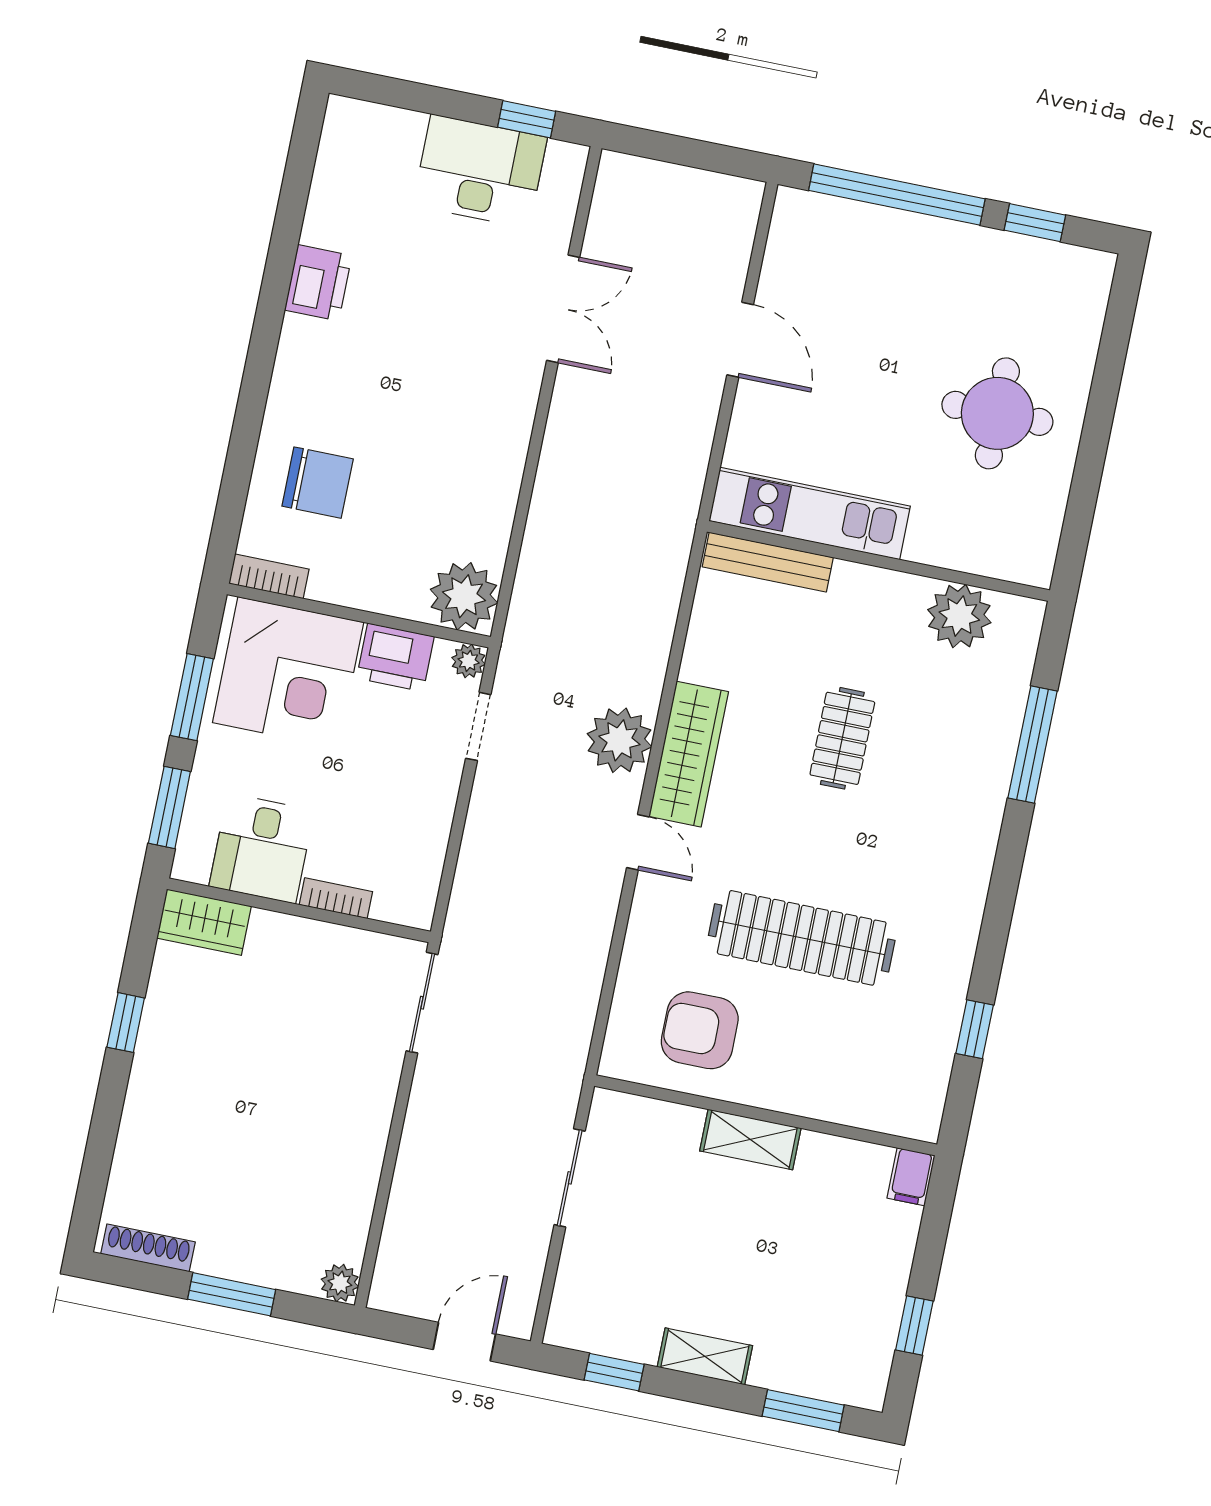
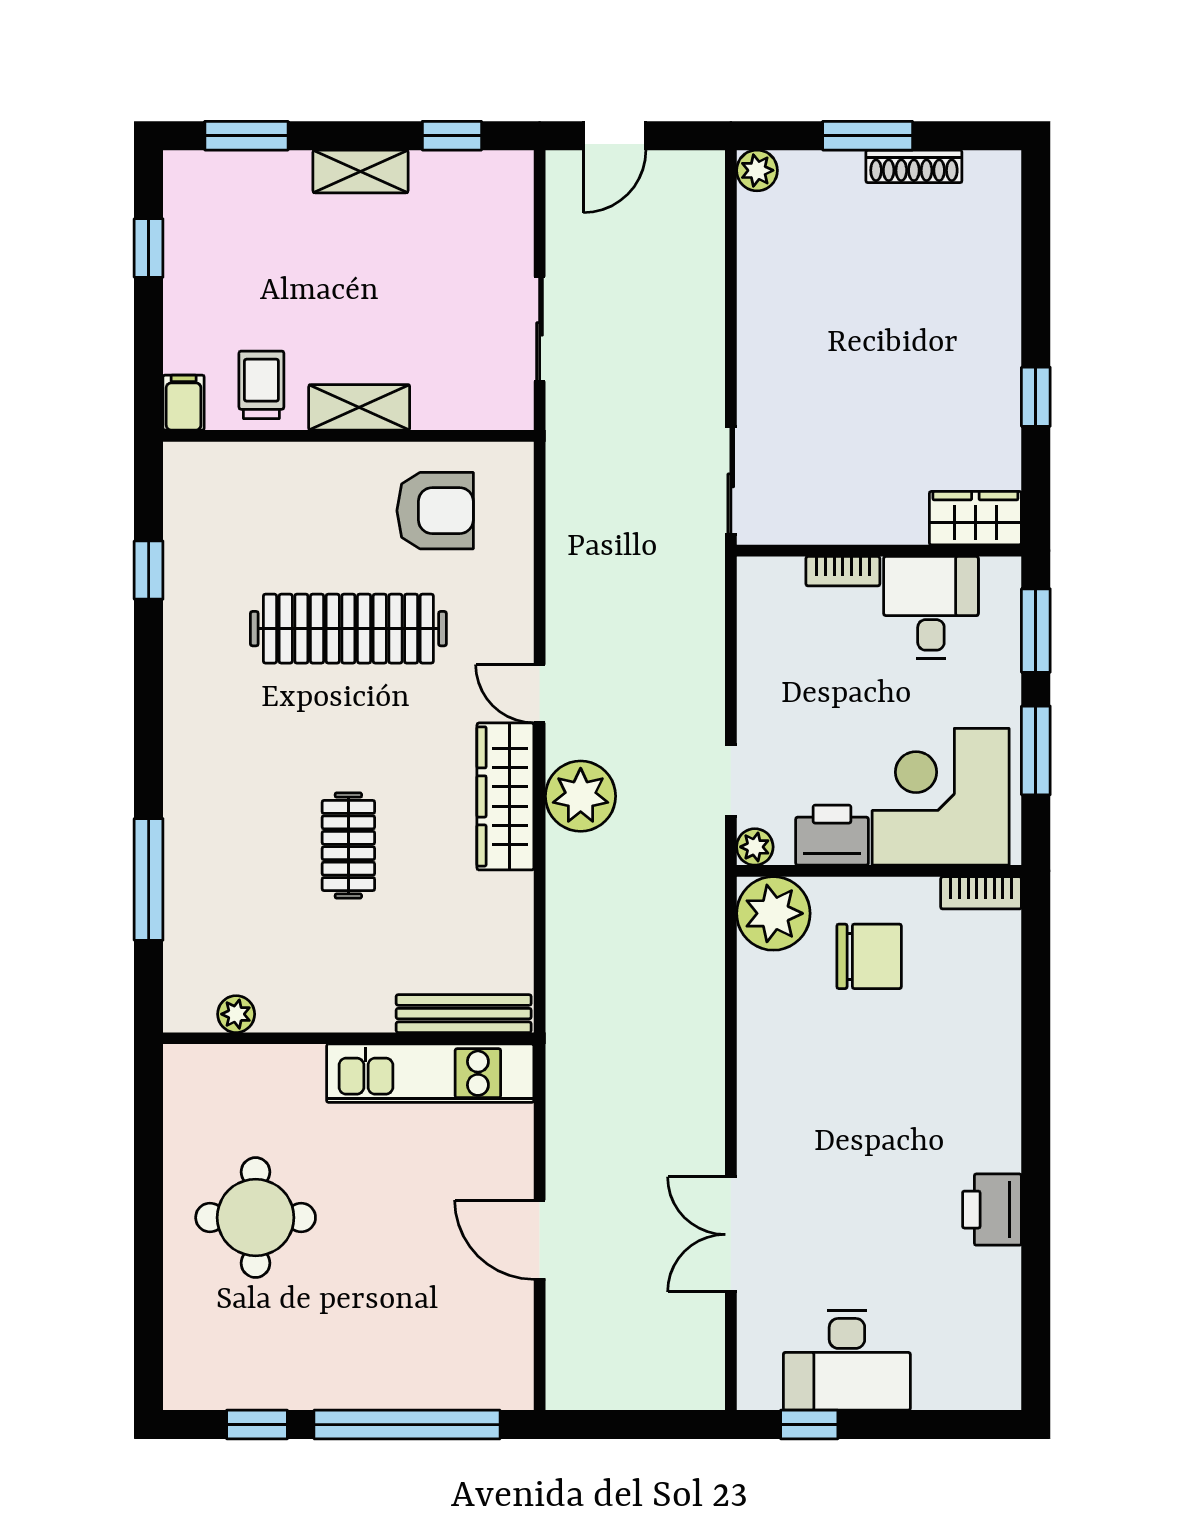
chair: (318, 483) -> (869, 956), moved, turned 180
plant: (959, 616) -> (236, 1014), width x0.53, depth x0.53
trolley: (836, 1178) -> (261, 385), added
shoe rack: (148, 1248) -> (914, 166), moved

